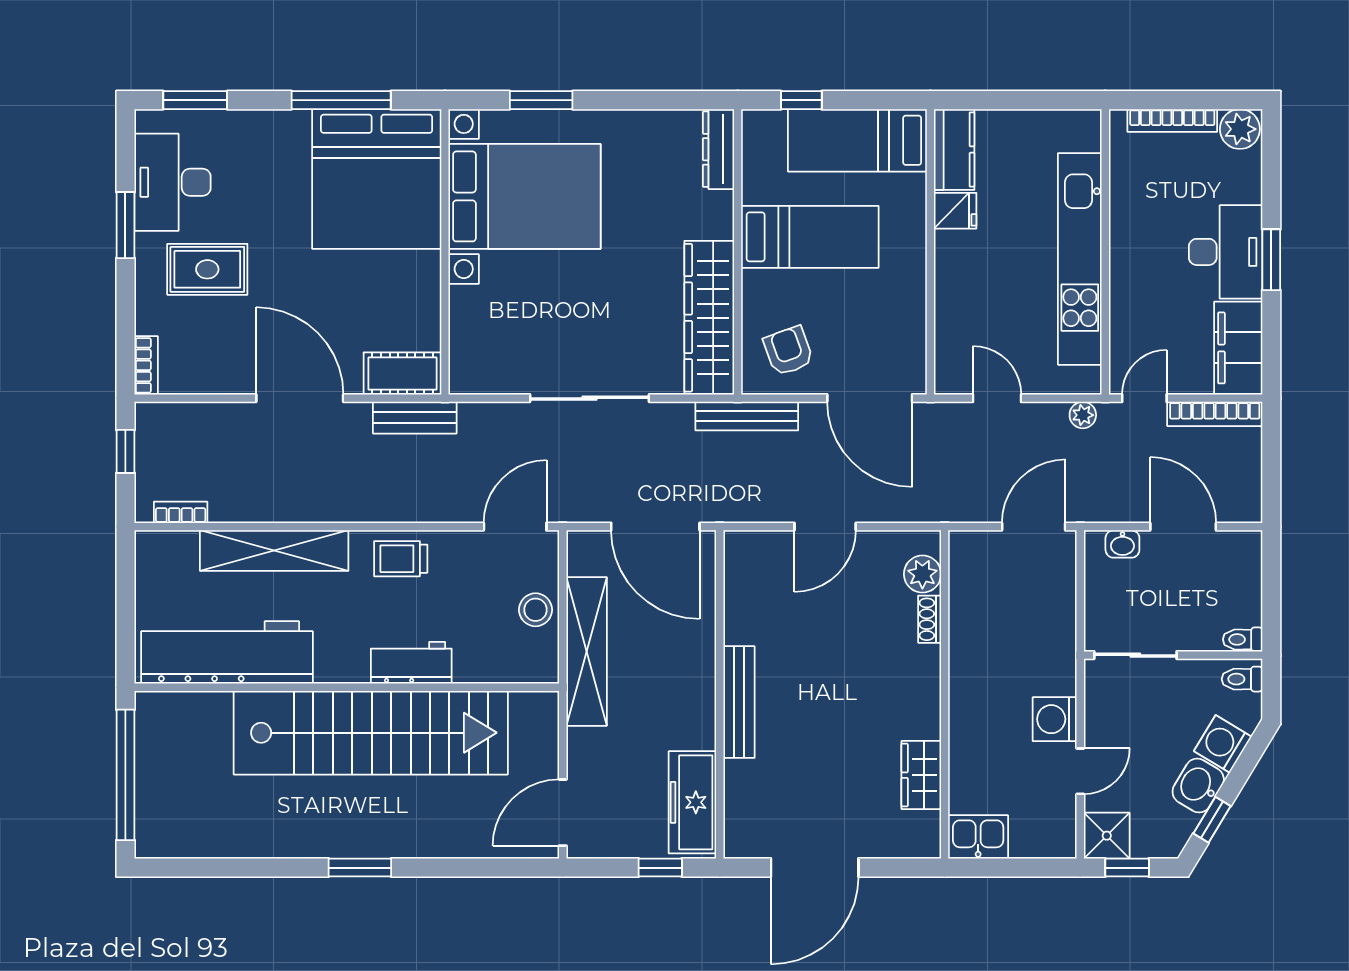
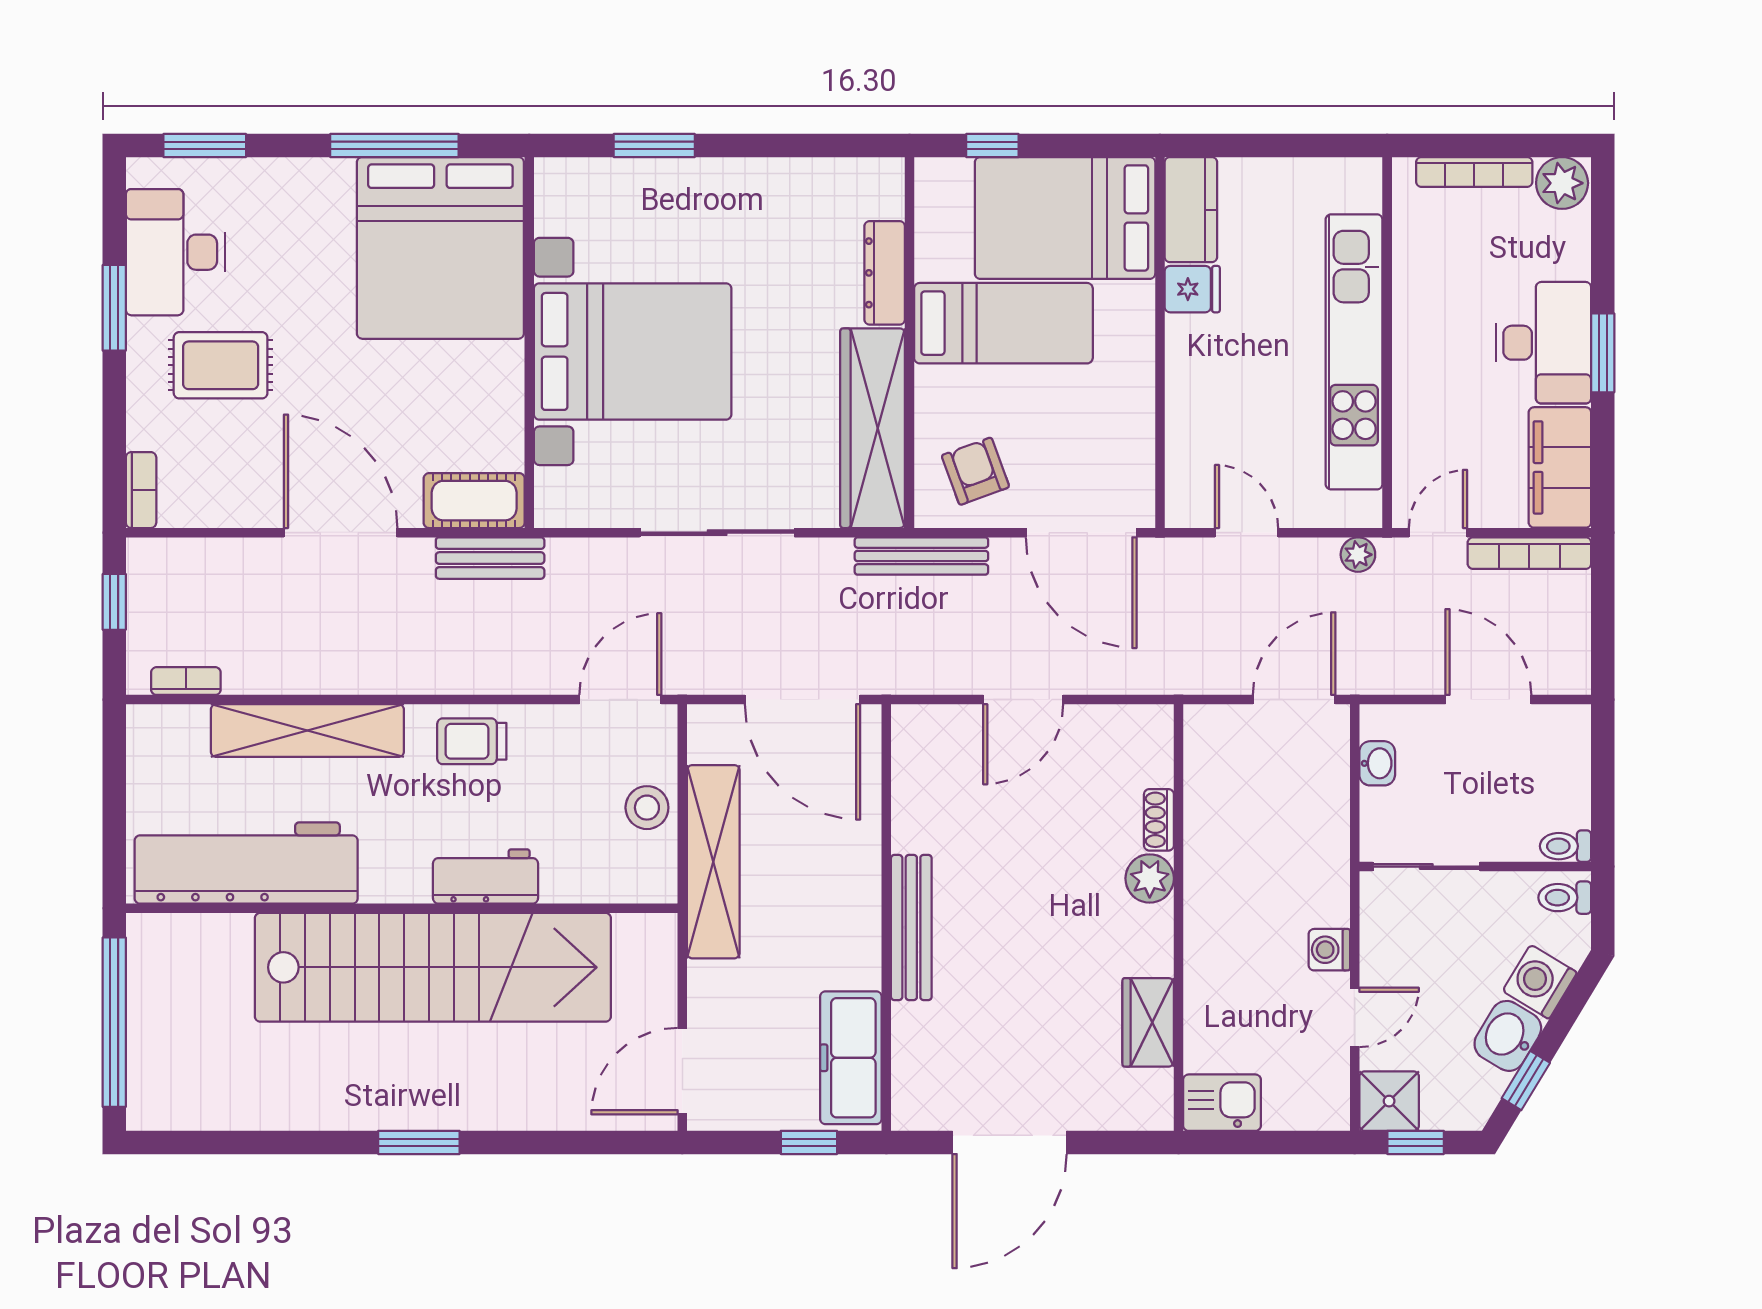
bed: (857, 140) -> (1065, 218), width x1.50
dresser: (718, 149) -> (885, 273), moved
bed with nightstands: (525, 196) -> (633, 351), moved
washbasin: (1122, 544) -> (1377, 763), moved, turned -90
plant: (922, 574) -> (1150, 878), moved
washing machine: (1055, 719) -> (1329, 950), width x0.73, depth x0.73

